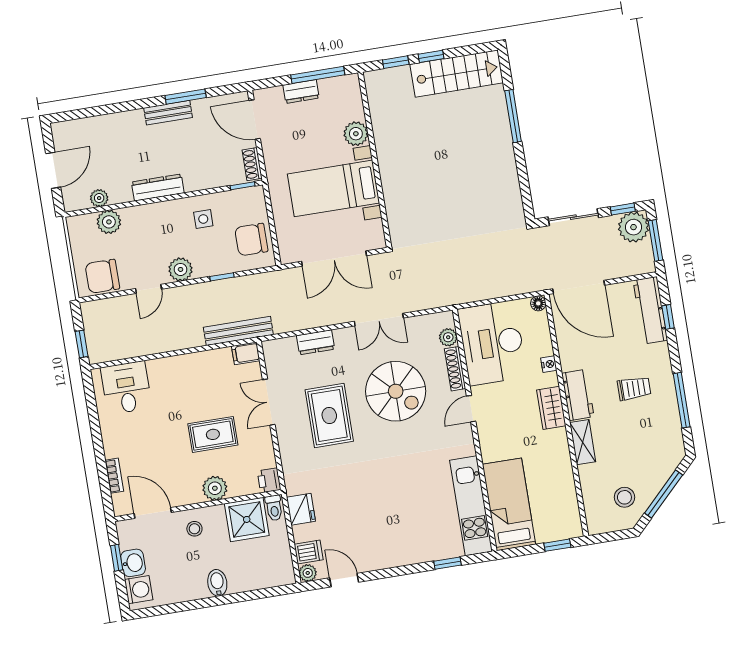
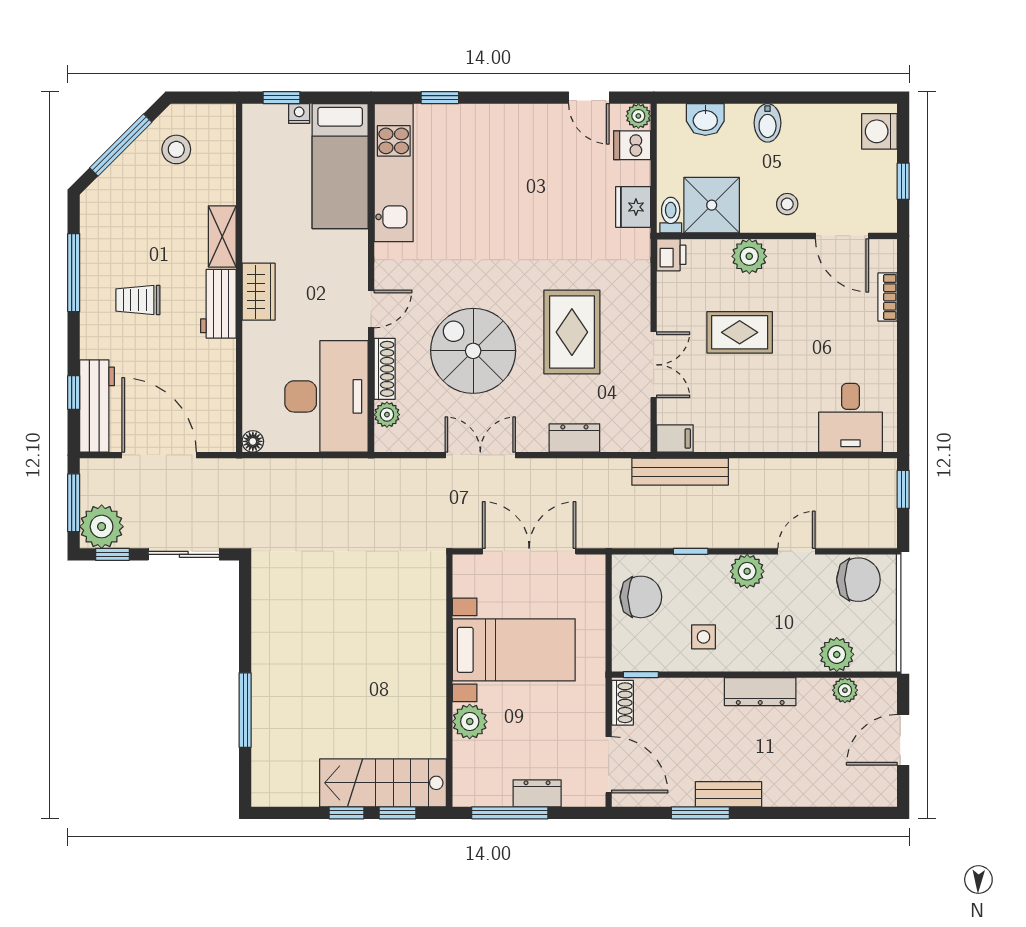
stairs: (457, 73) -> (383, 783), moved
door: (579, 287) -> (159, 455), moved
nightstand: (549, 364) -> (299, 114), moved, turned 90
washbasin: (133, 563) -> (705, 120), moved, turned -90

